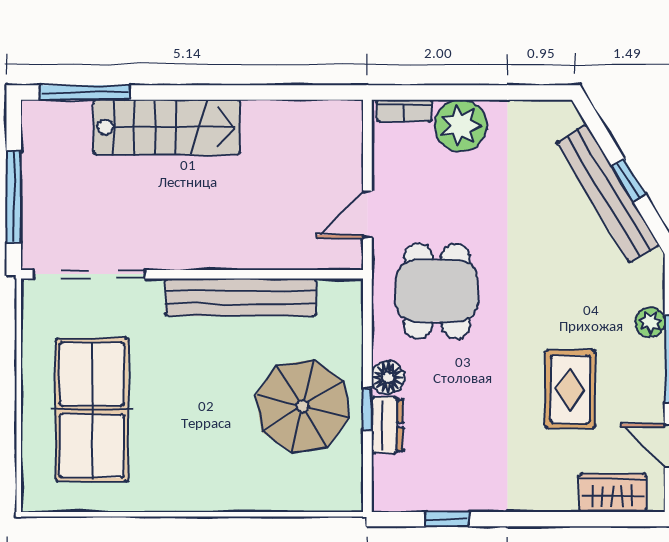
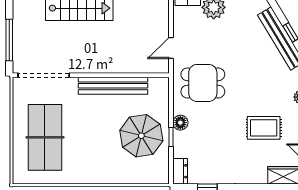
dining table: (437, 291) -> (203, 83), turned 90
rug: (570, 389) -> (264, 128), turned 90
dresser: (387, 425) -> (180, 171), moved

